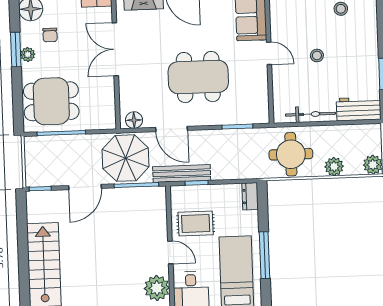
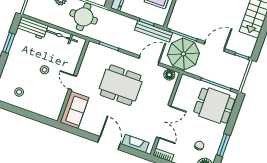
plant: (28, 54) -> (217, 139), removed
door: (172, 129) -> (149, 60), hinge flipped

